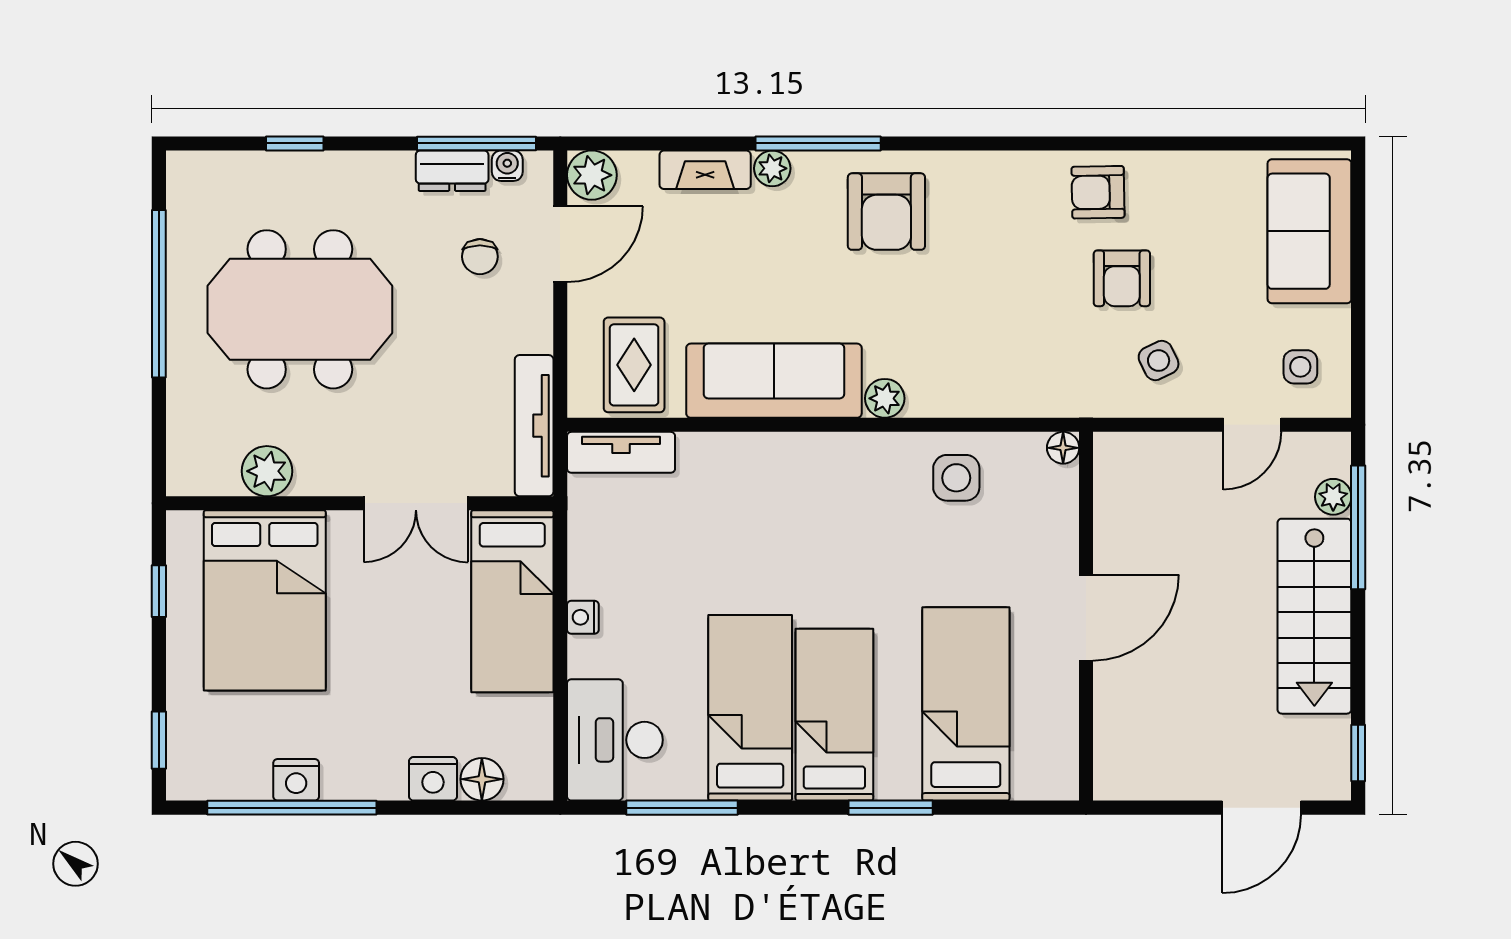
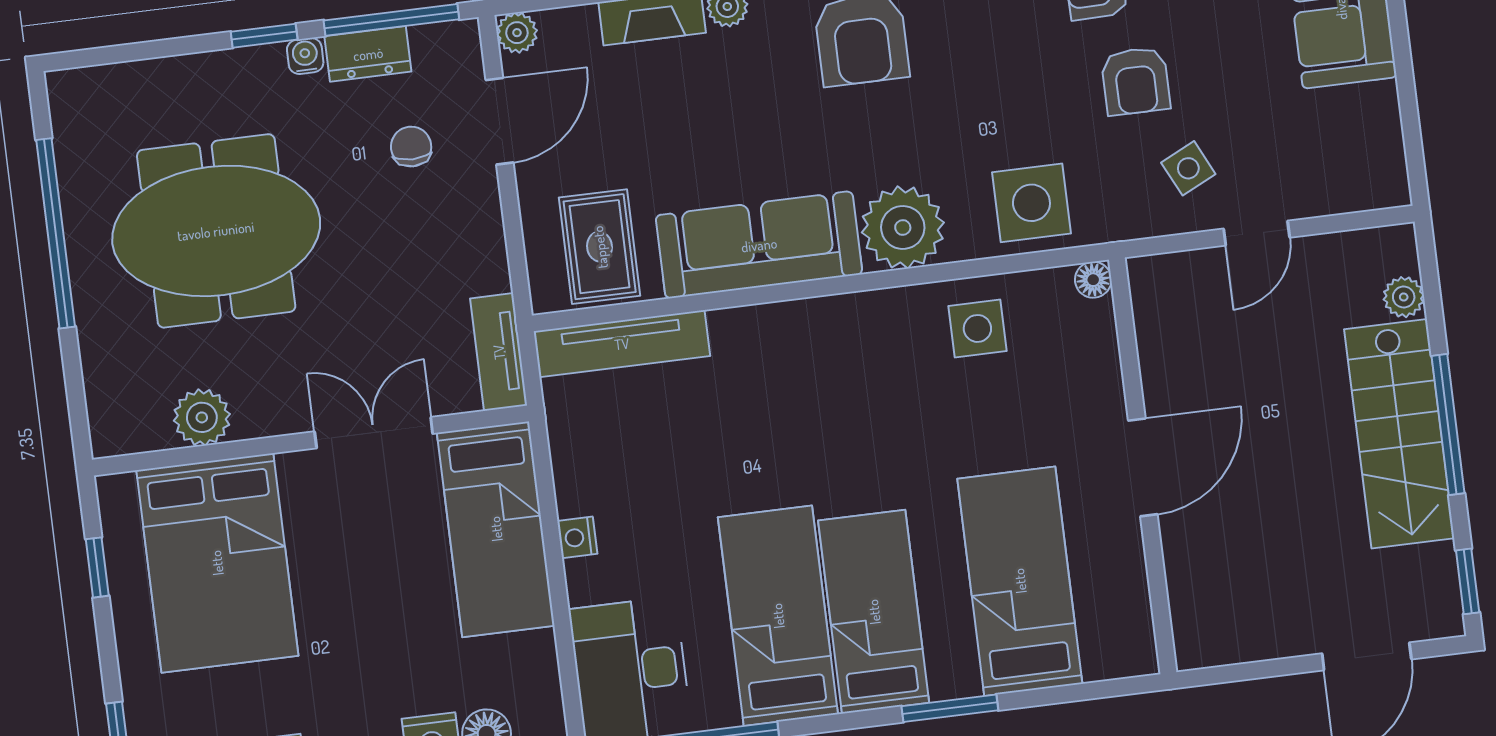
window: (295, 143) -> (264, 36), moved
water cooler: (507, 166) -> (305, 56), moved
plant: (592, 175) -> (517, 33), width x0.73, depth x0.73
chair: (480, 257) -> (411, 147), turned 180
side table: (1300, 367) -> (1031, 203), moved, width x1.87, depth x1.87
plant: (885, 398) -> (903, 227), width x1.88, depth x1.88
door: (1252, 425) -> (1257, 233), moved
tv unit: (534, 426) -> (499, 352), width x0.71
tv unit: (621, 452) -> (622, 344), width x1.41
double door: (416, 503) -> (374, 433), swing flipped
window: (1358, 527) -> (1448, 424), moved

